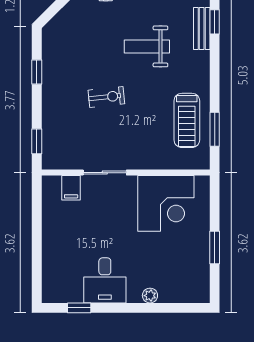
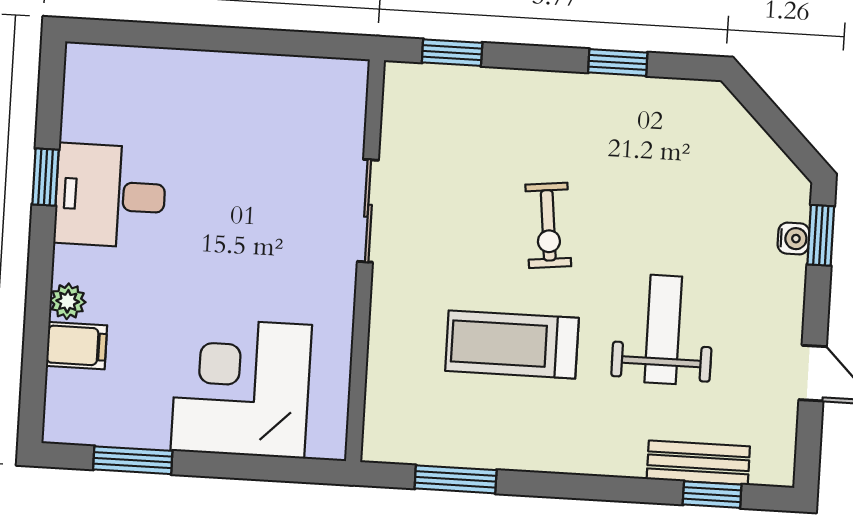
treadmill: (187, 120) -> (512, 344), moved
filing cabinet: (71, 188) -> (77, 346), moved, turned 180
corner desk: (166, 203) -> (241, 388), moved, turned 90
window: (215, 248) -> (133, 460), moved
window: (79, 308) -> (45, 177), moved

